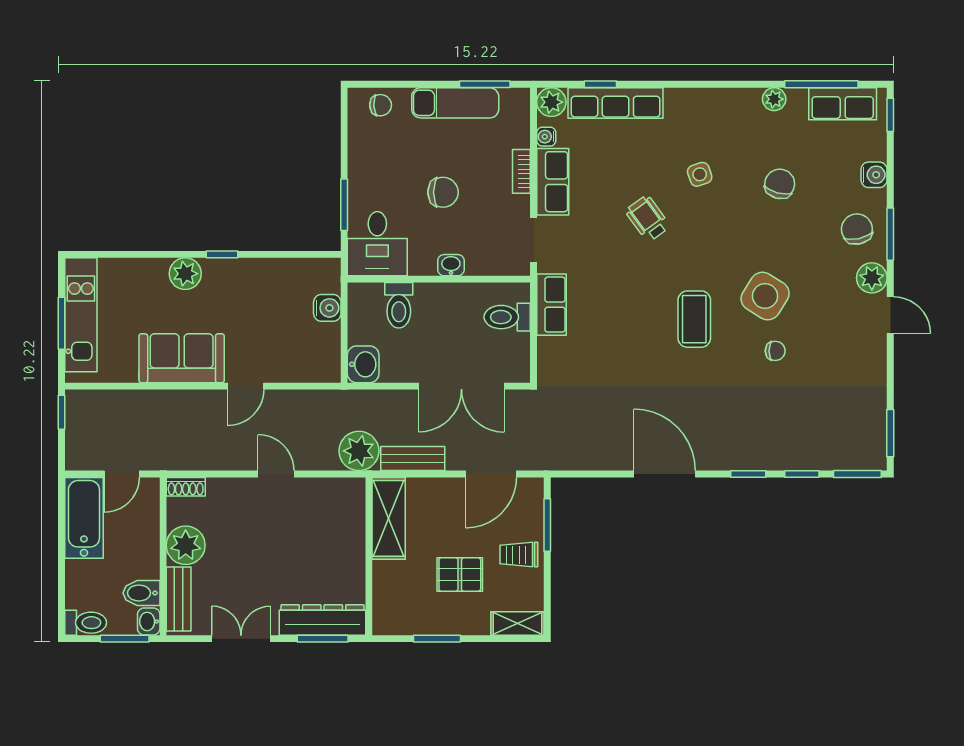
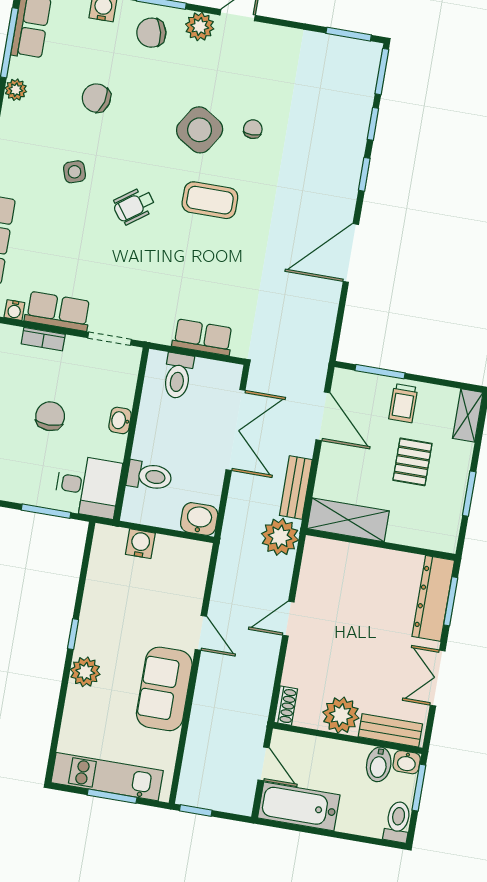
wheelchair: (648, 219) -> (134, 206), moved
row of seats: (551, 305) -> (203, 337), moved

